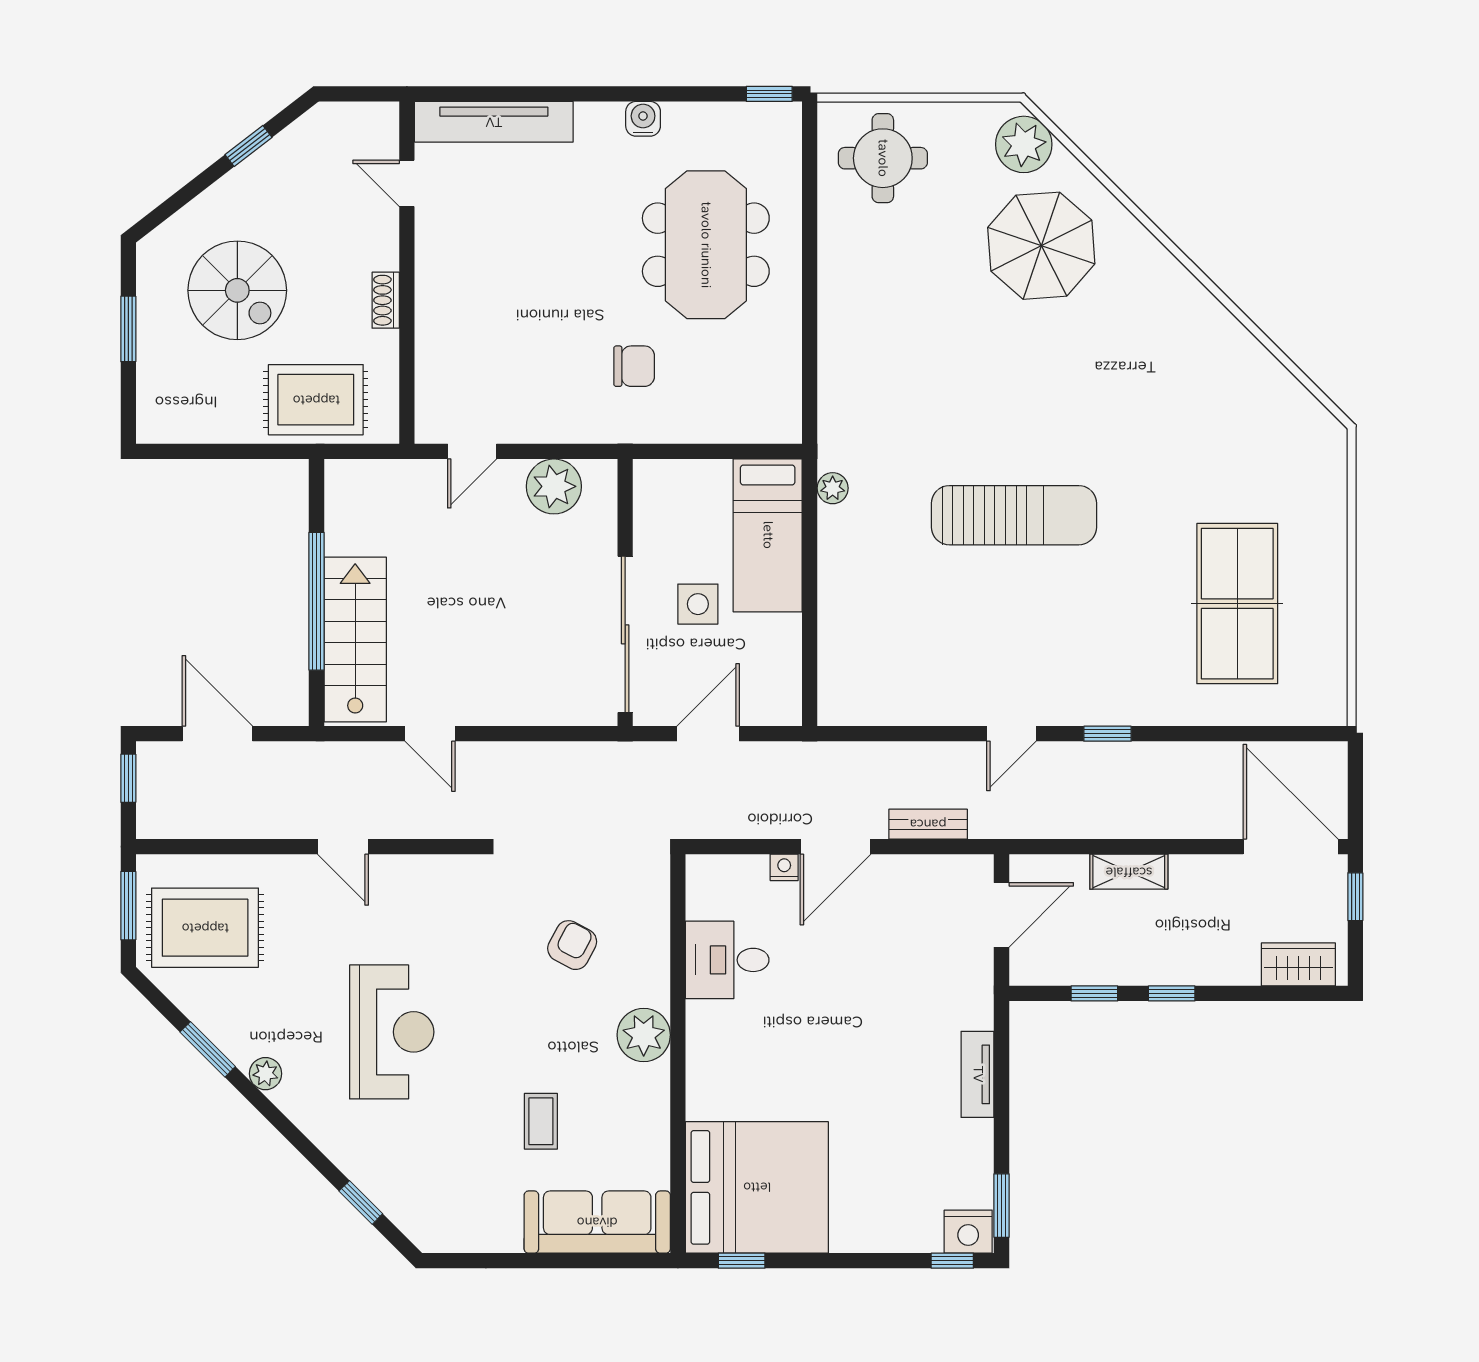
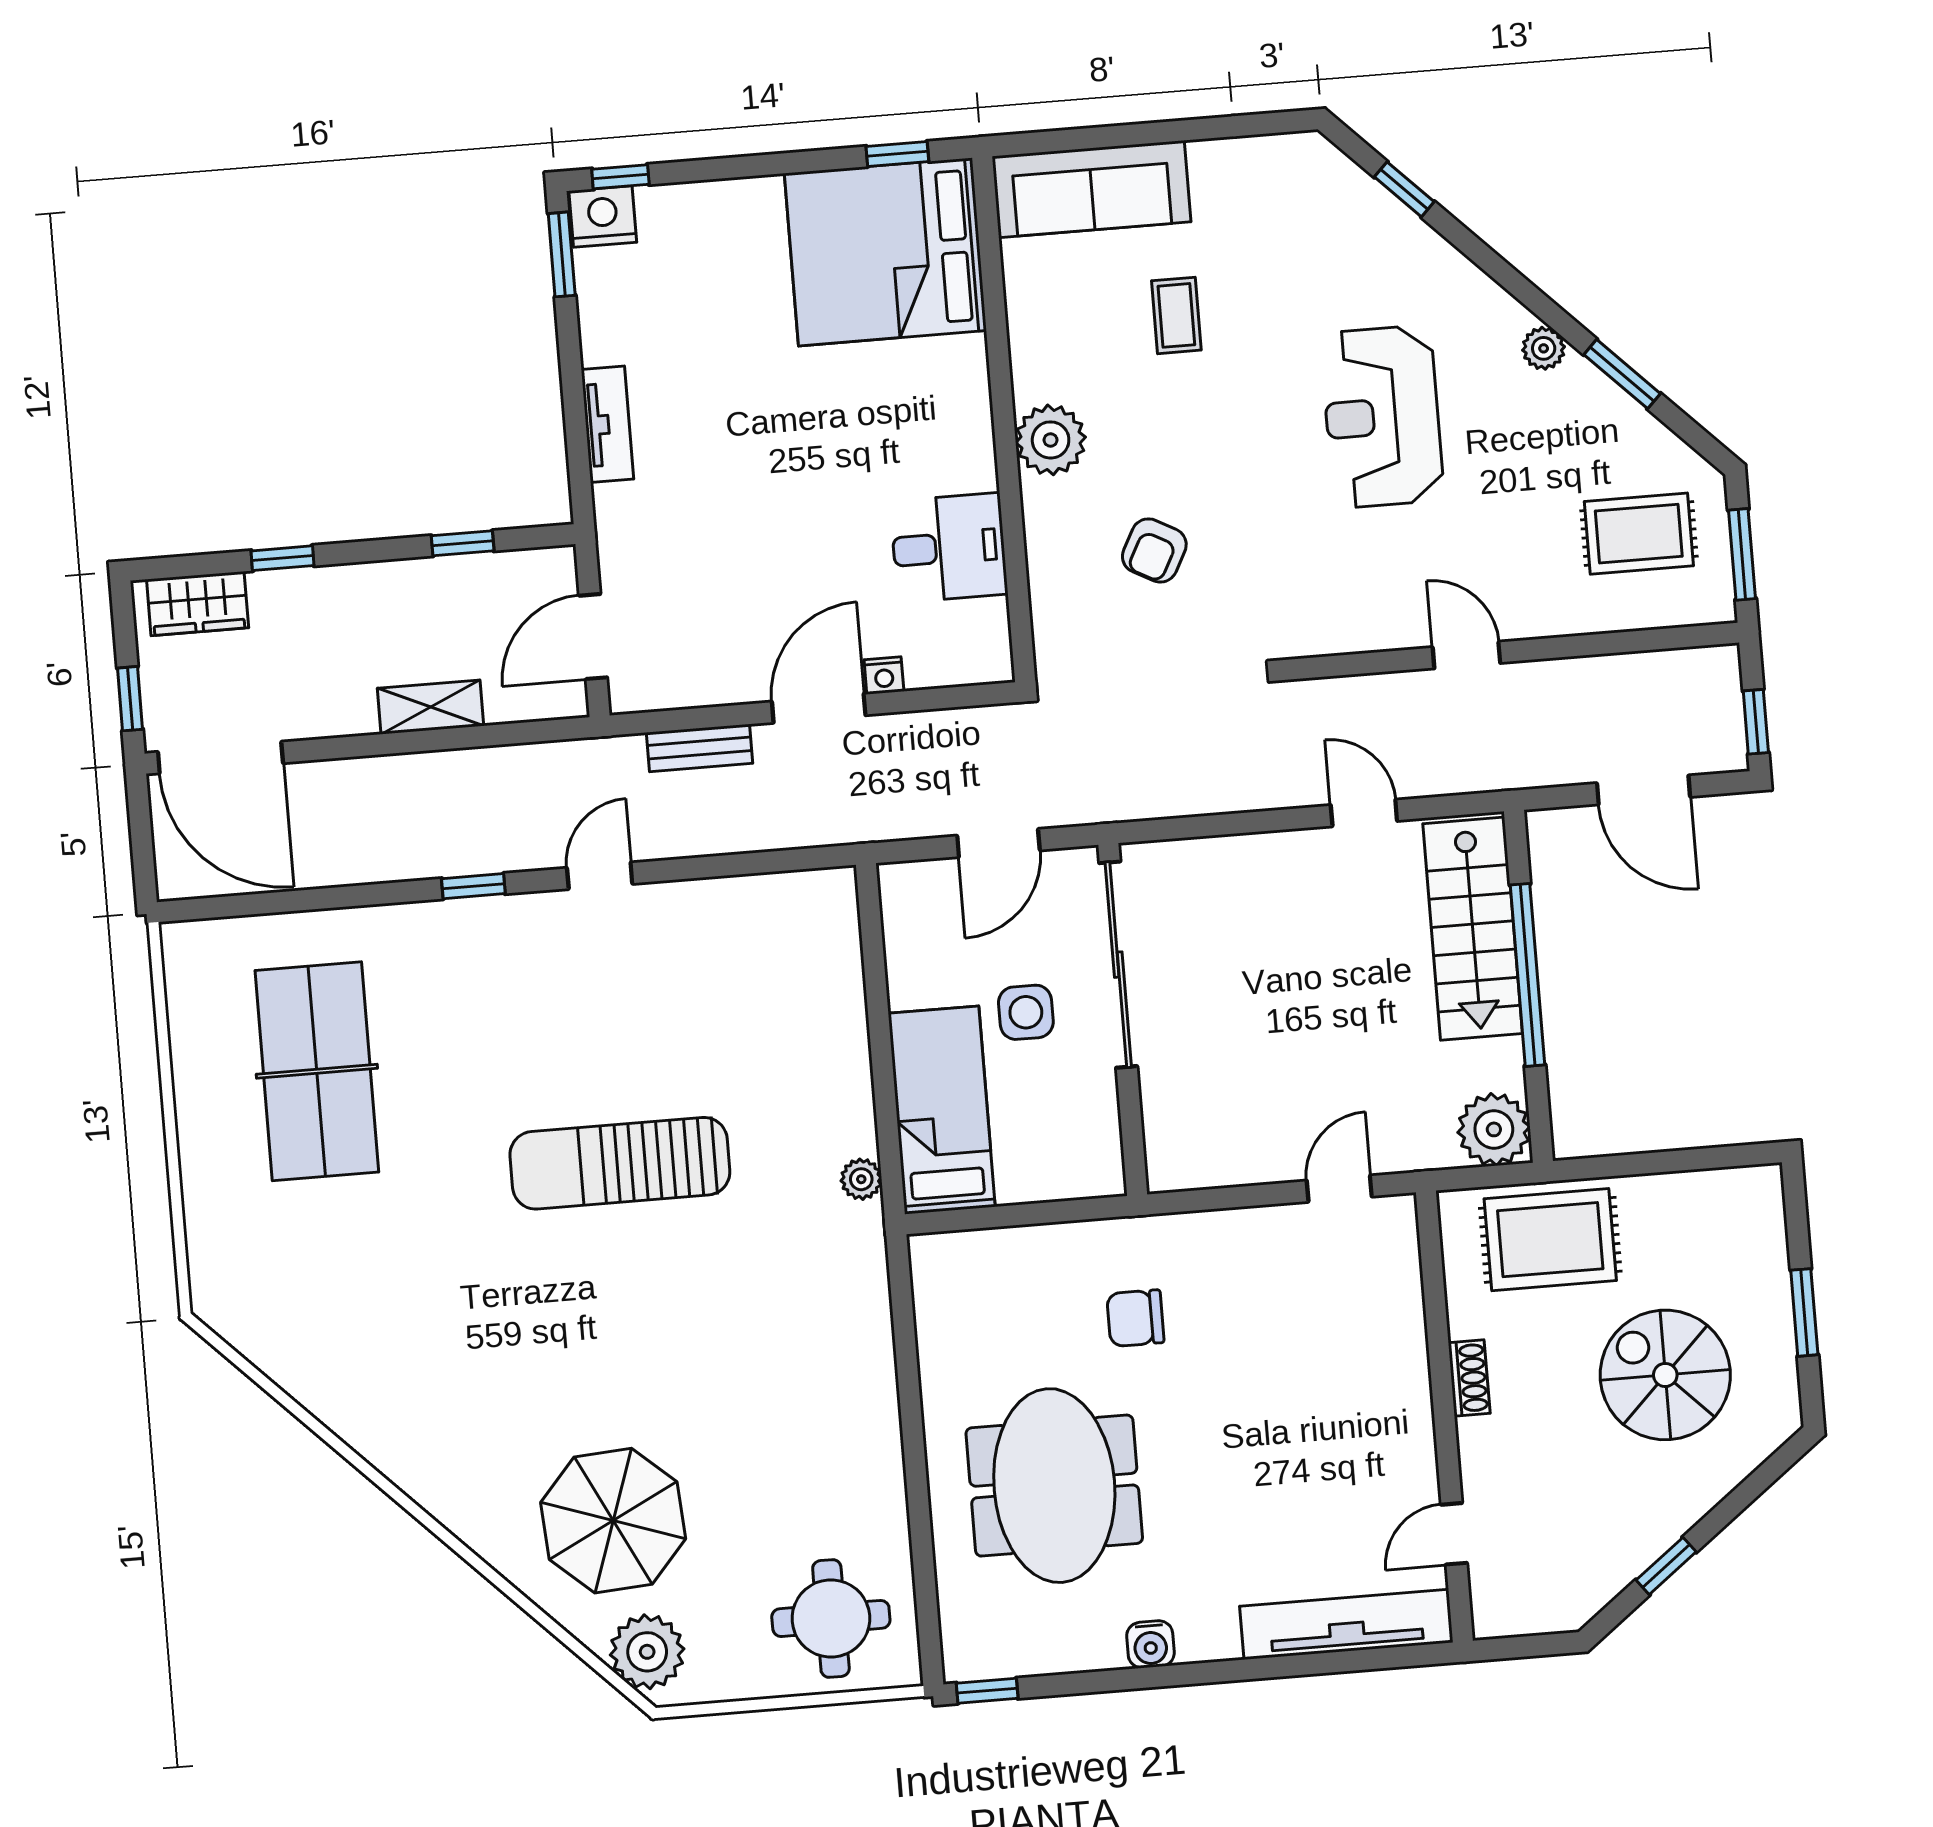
door: (407, 183) -> (1454, 1534), swing flipped
plant: (554, 486) -> (1494, 1129), moved
rug: (205, 928) -> (1639, 534), width x0.73, depth x0.70
window: (1172, 993) -> (282, 558), moved

